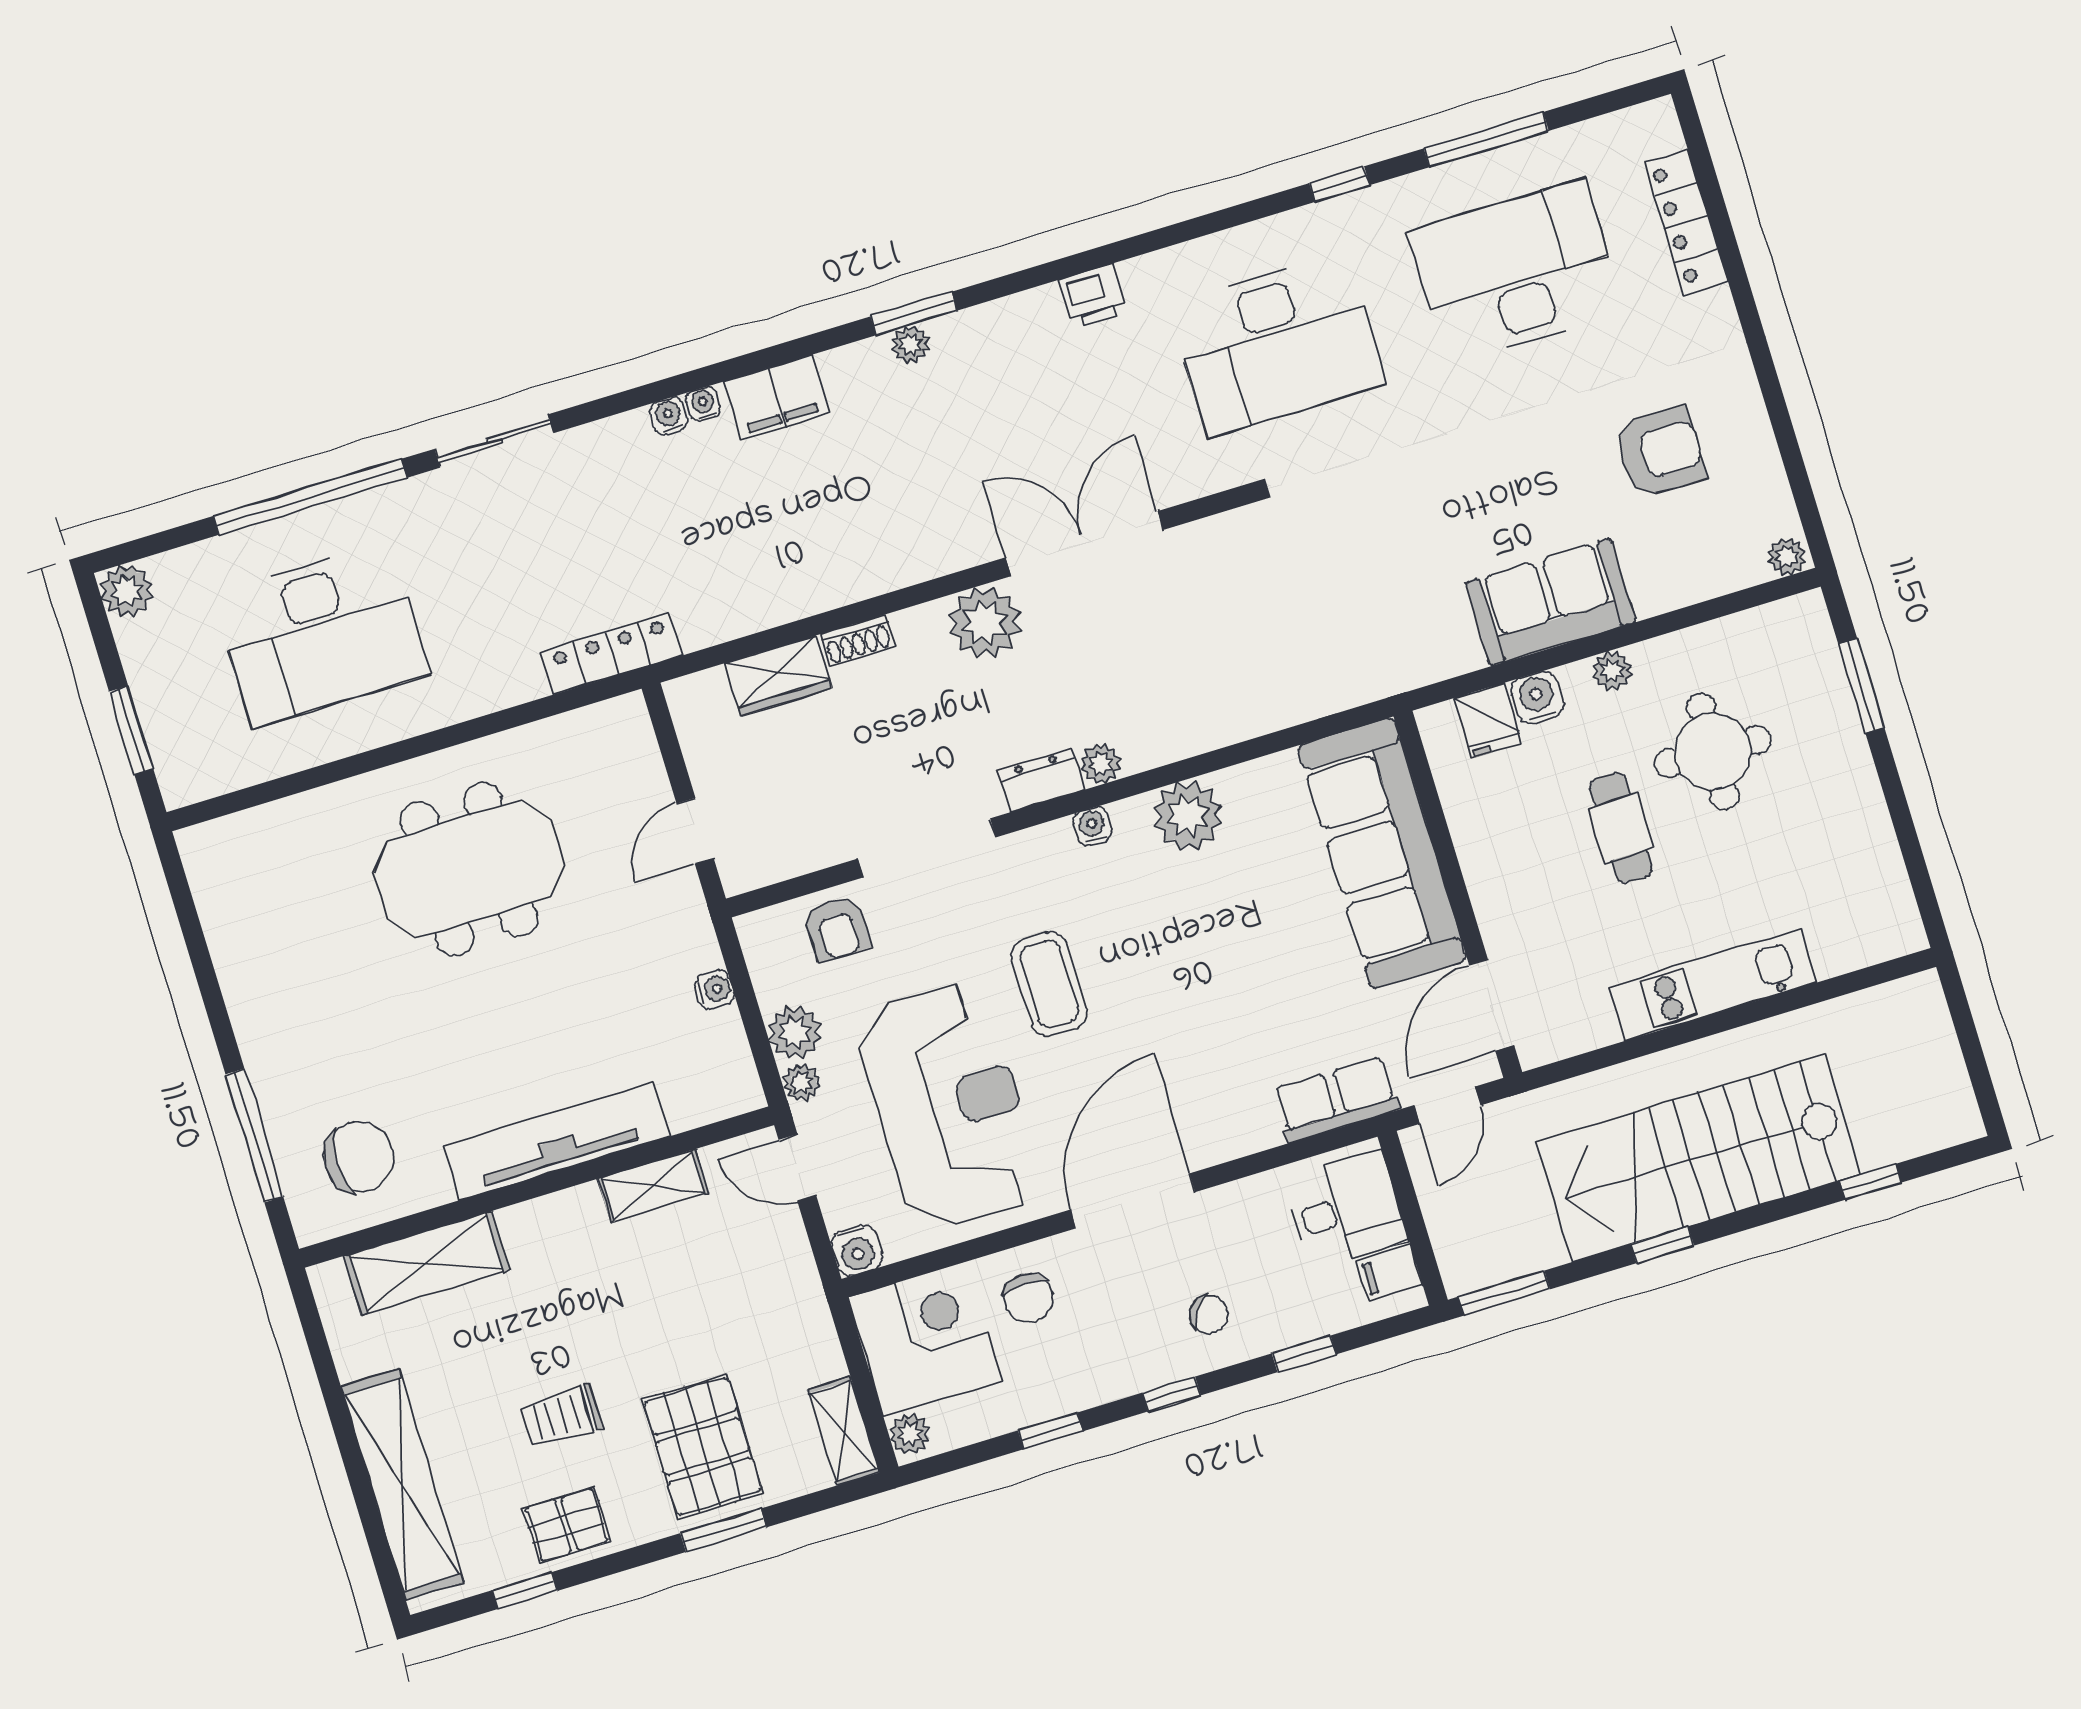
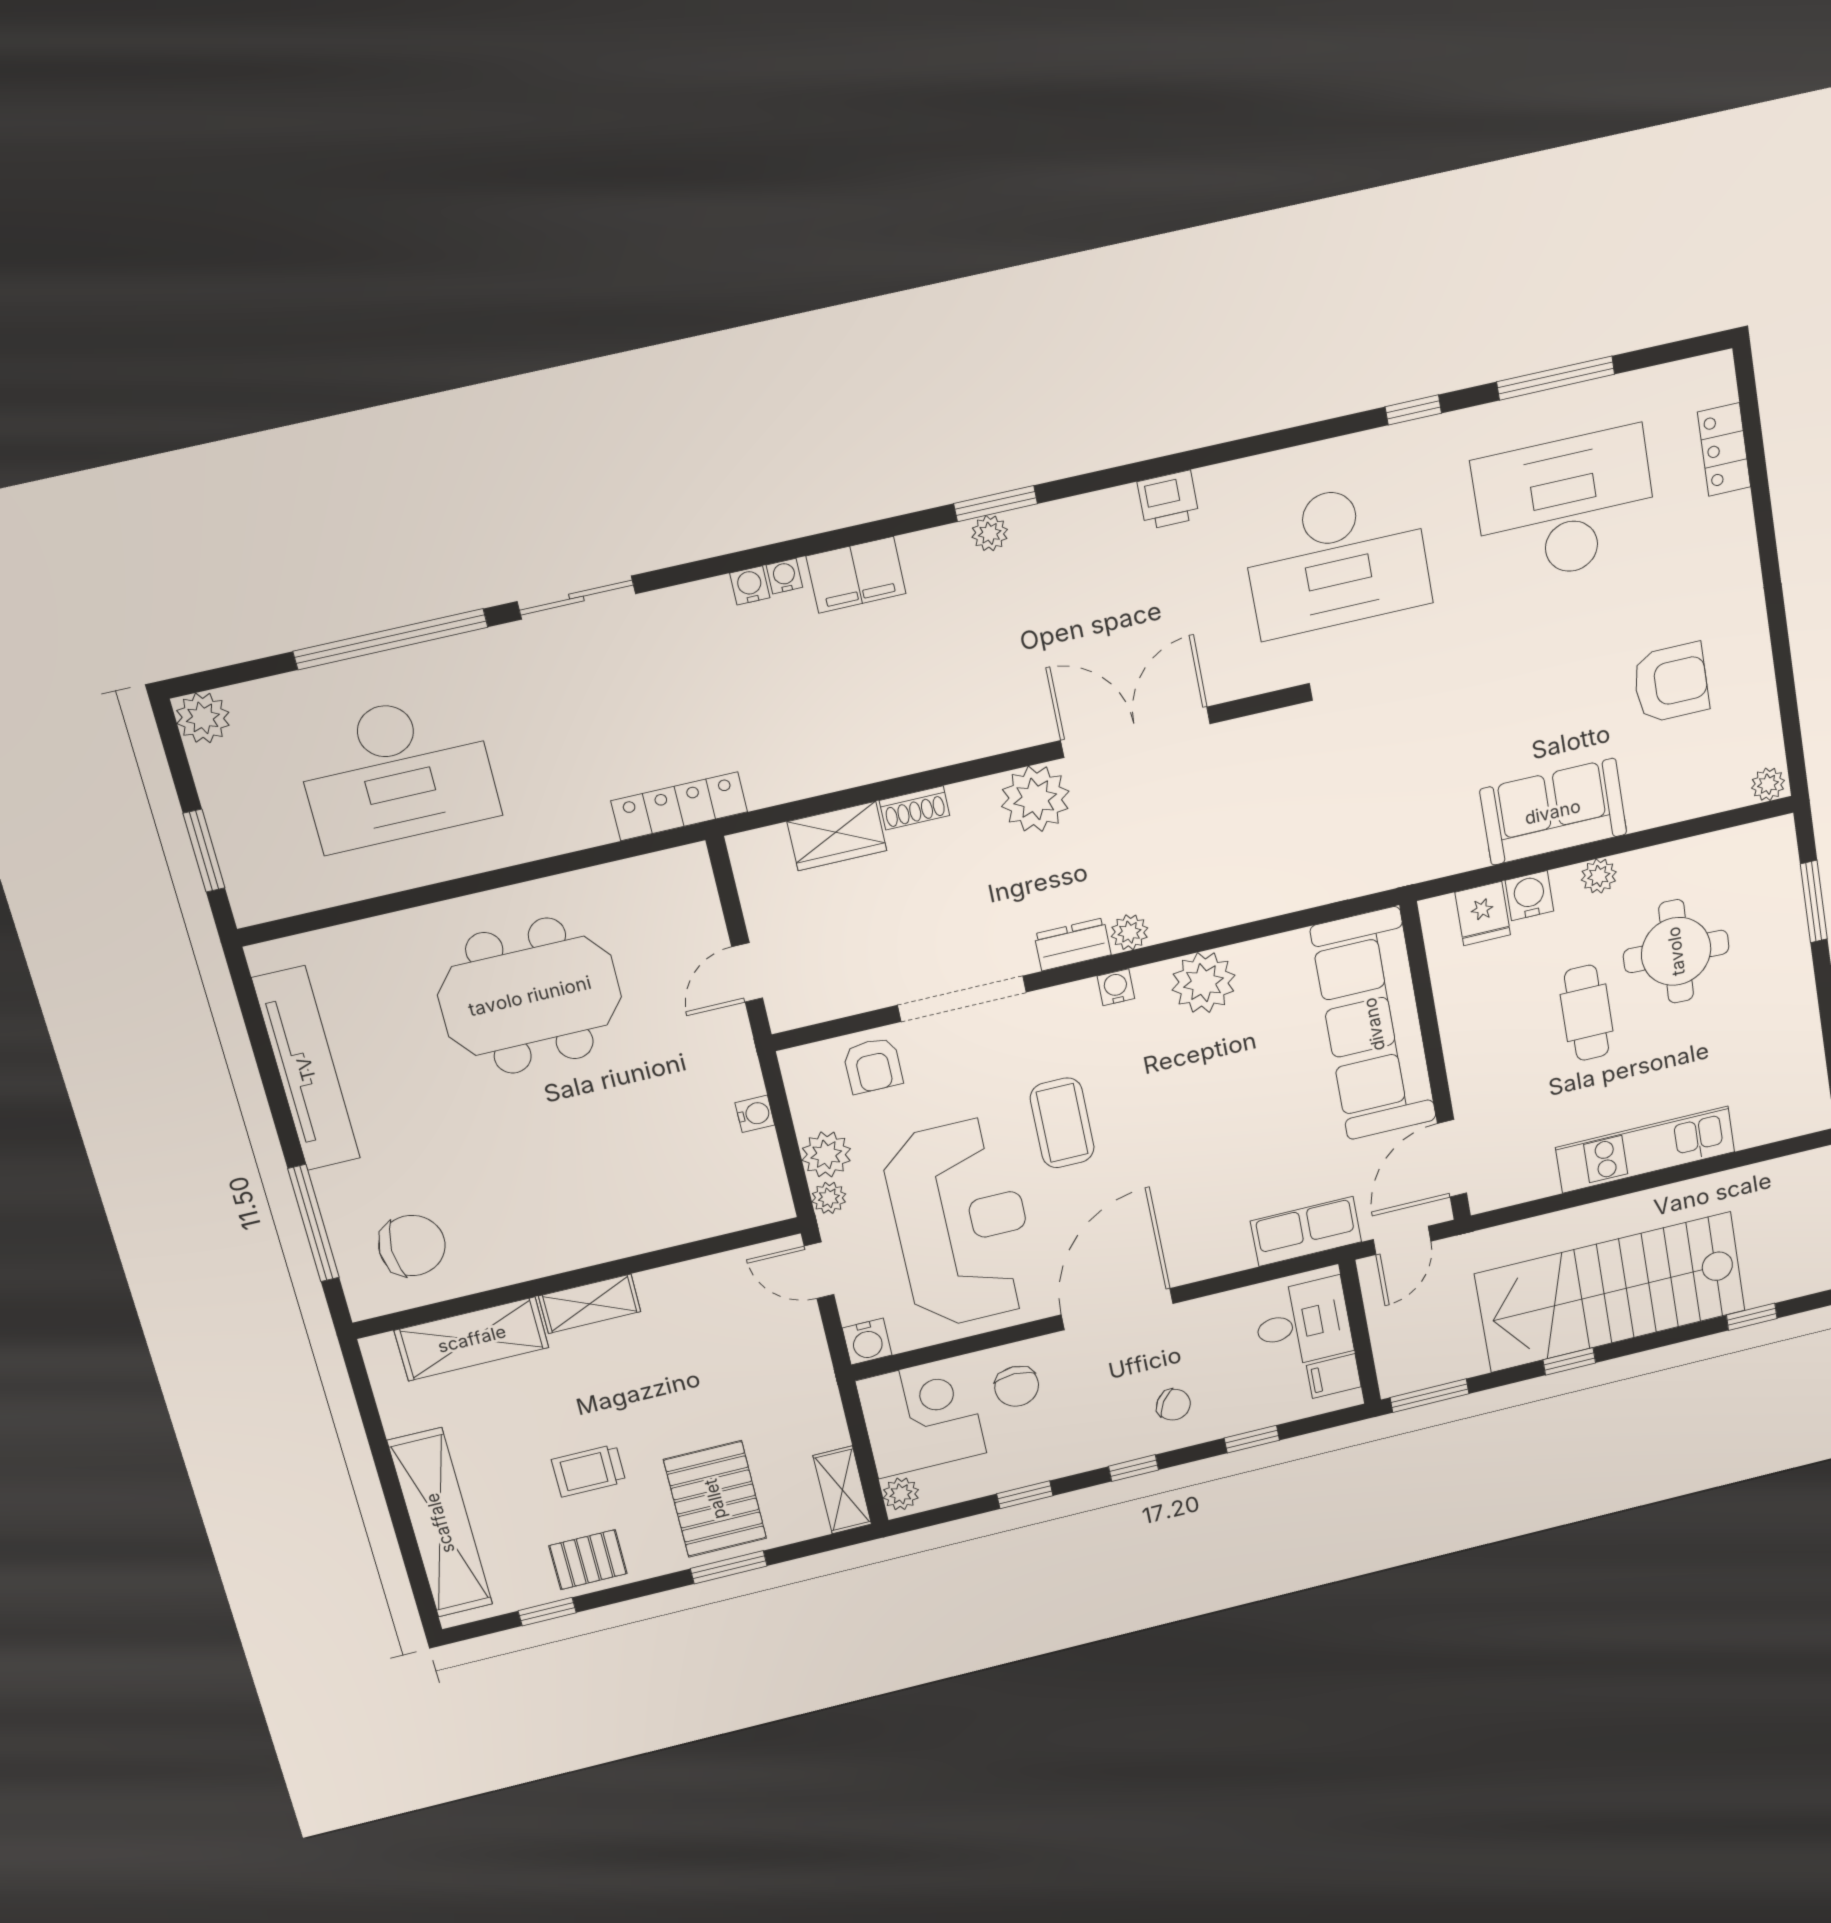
locker: (1686, 222) -> (1724, 450), width x0.66
tv unit: (556, 1141) -> (306, 1069), moved, turned 90
shelving: (653, 1186) -> (590, 1304), moved

